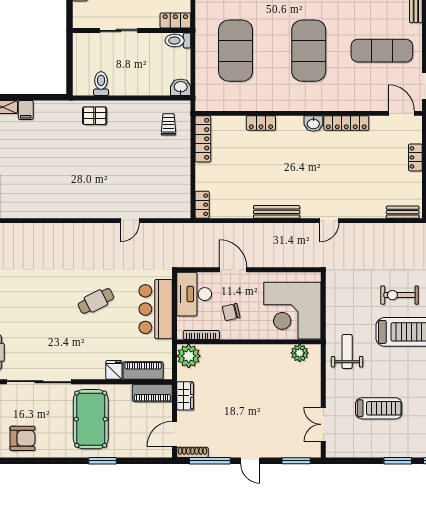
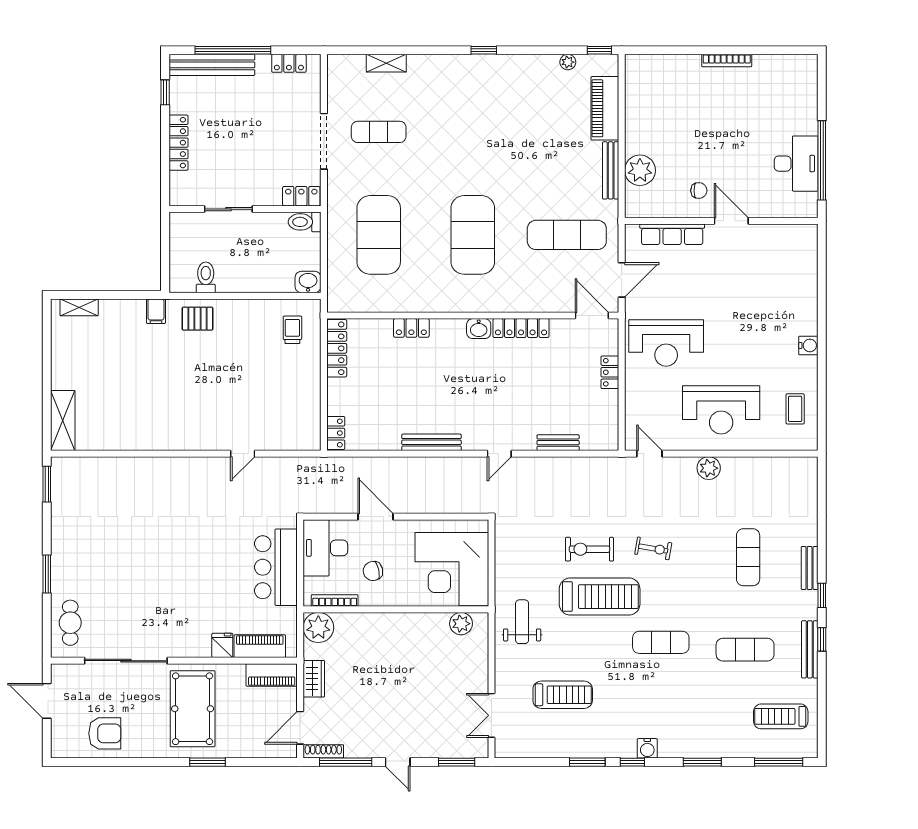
filing cabinet: (26, 110) -> (156, 311), moved
bench: (403, 212) -> (558, 443), moved
cafe table: (96, 301) -> (199, 557), removed

